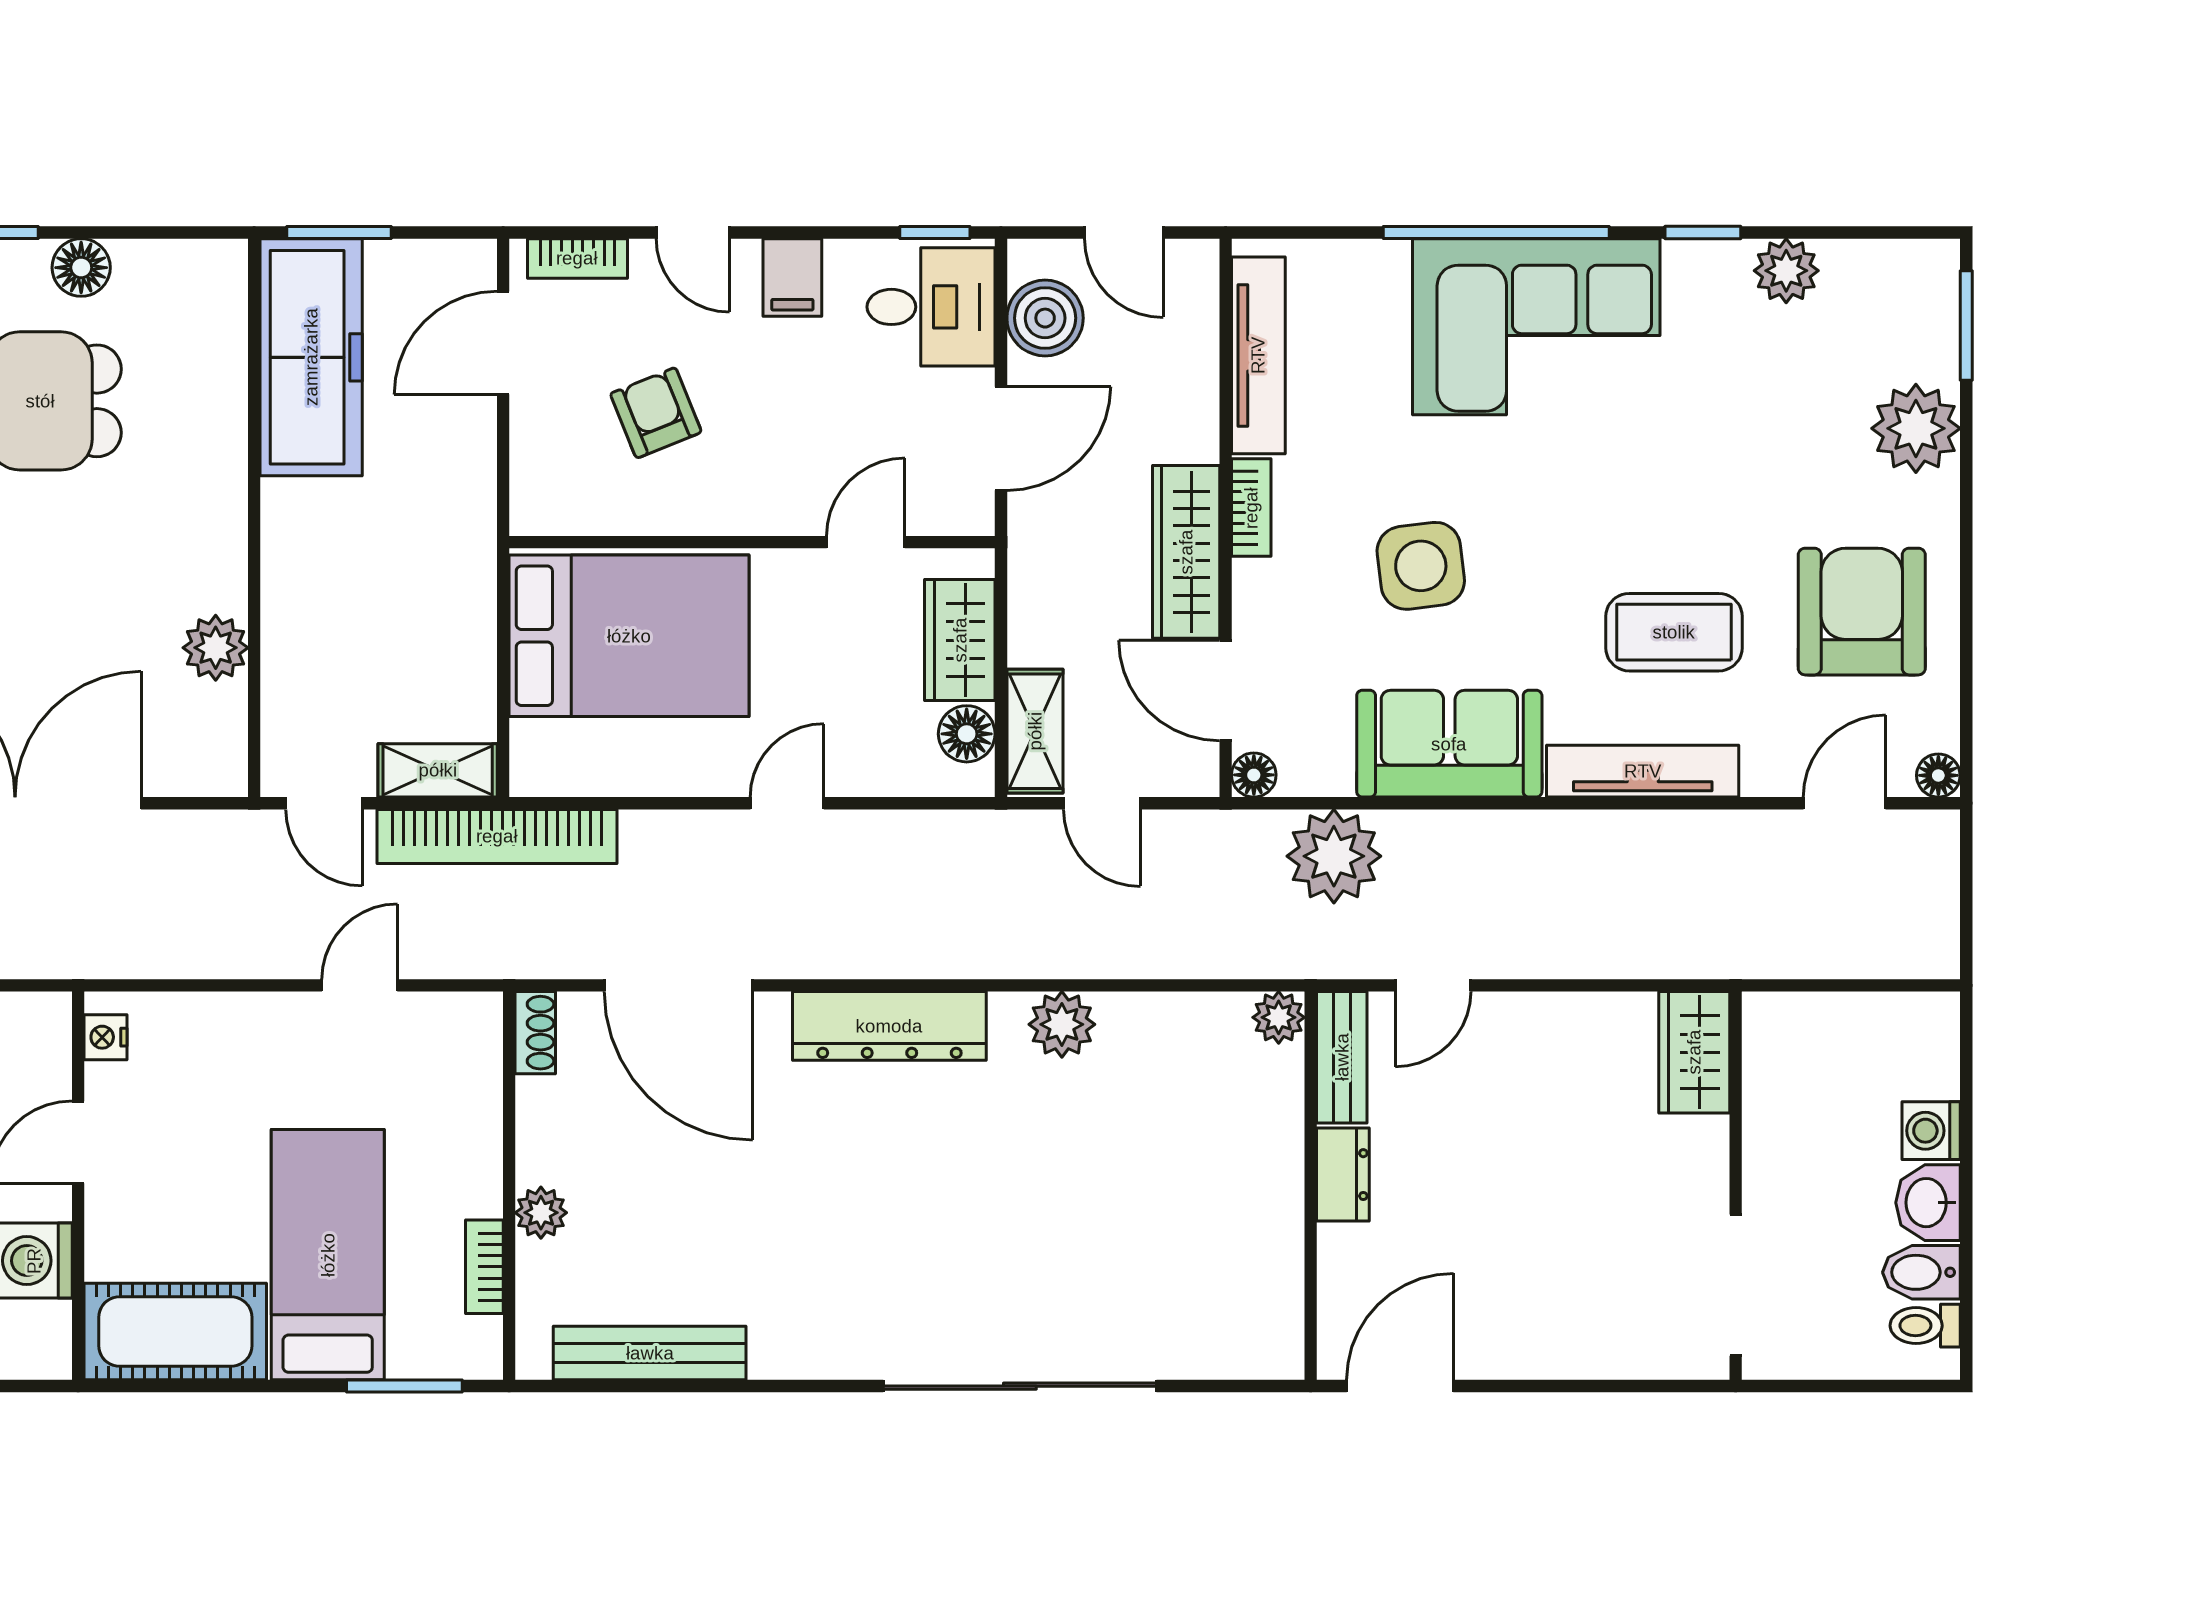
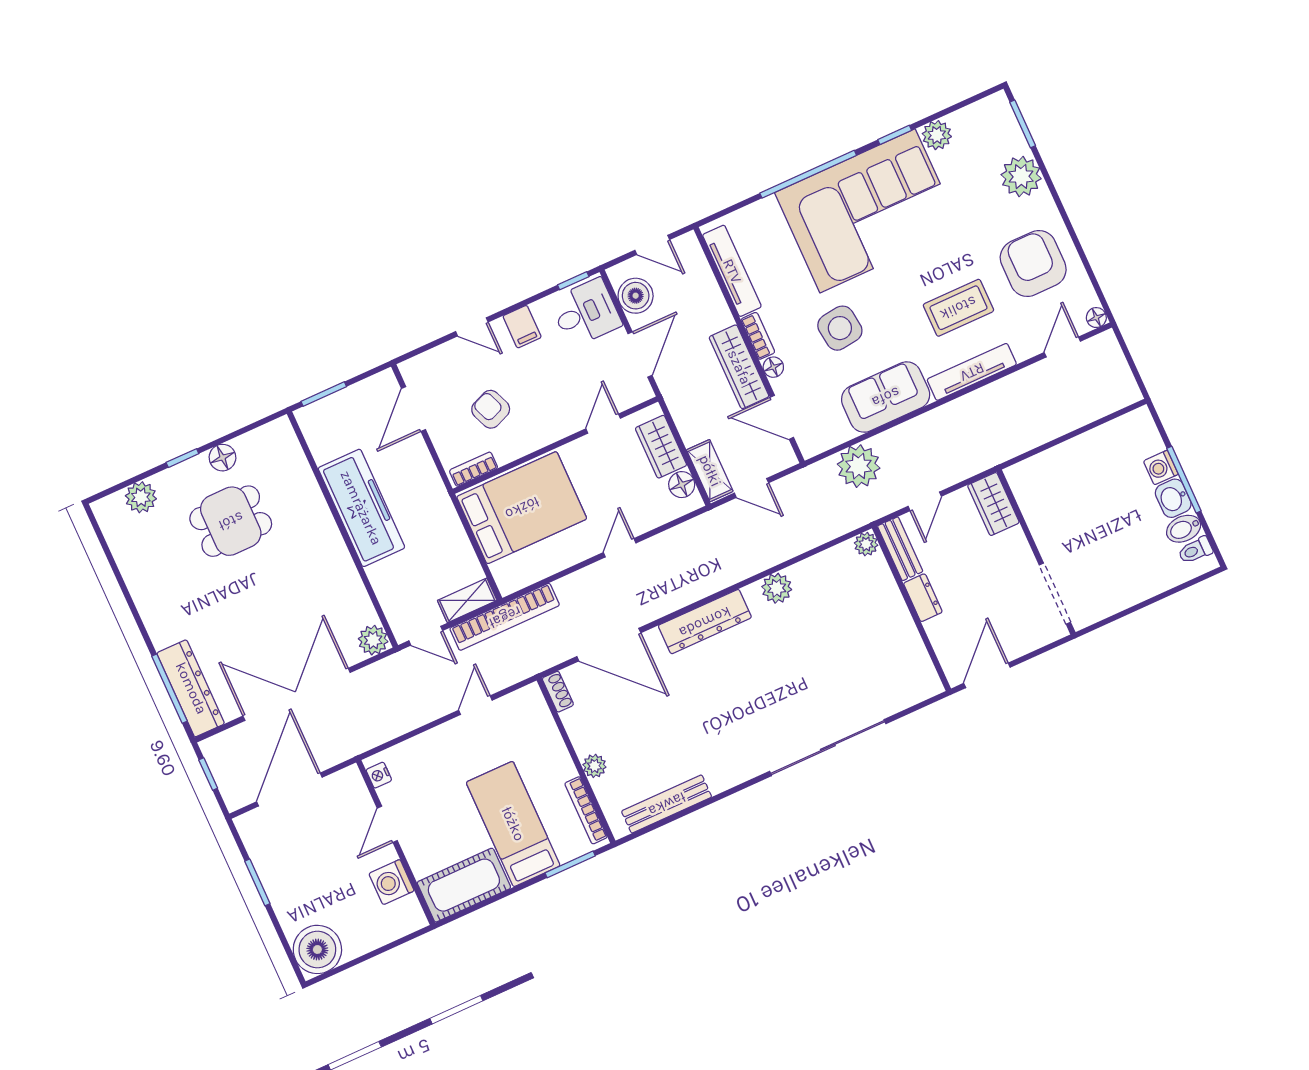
bookcase: (577, 258) -> (474, 469), moved, turned 180
corner sofa: (1536, 327) -> (868, 211), width x1.36, depth x1.36
freezer: (311, 357) -> (361, 508), moved
plant: (216, 648) -> (373, 640), moved
floor lamp: (1254, 775) -> (773, 367), moved
wardrobe: (1694, 1052) -> (993, 504), moved
window: (1966, 1175) -> (1184, 480), added
wall: (1736, 1186) -> (1036, 552), moved
bookcase: (484, 1267) -> (586, 810), width x1.56
doorway: (1736, 1285) -> (1055, 594), moved

